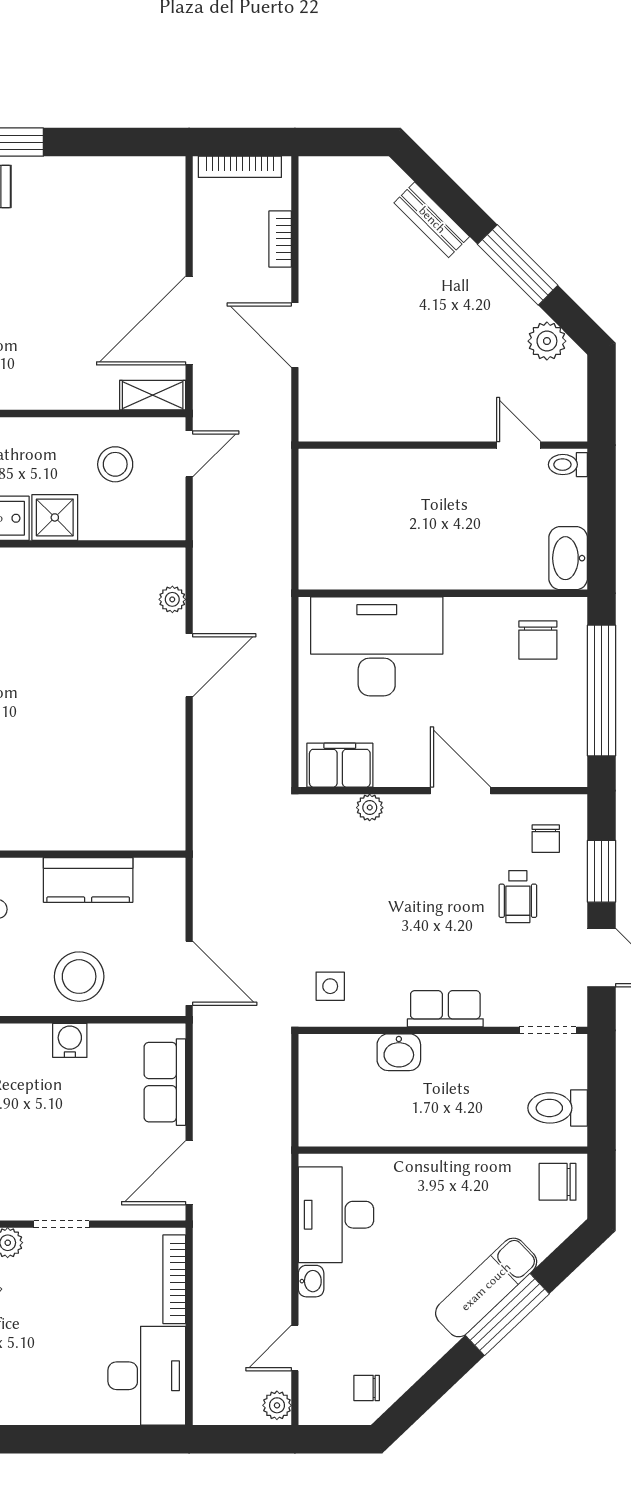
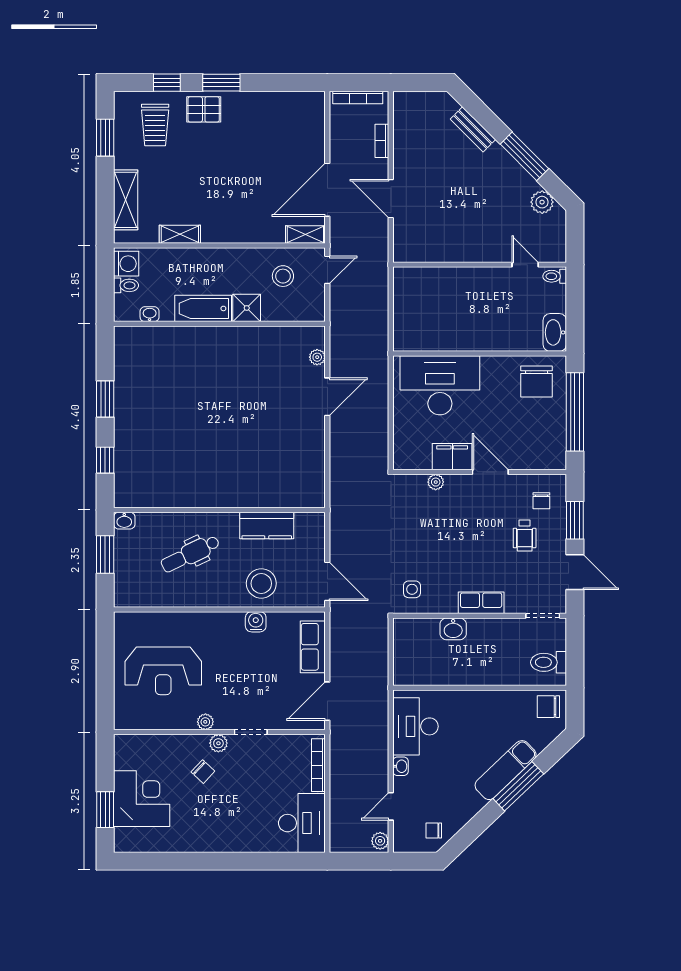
chair: (538, 640) -> (537, 382), width x1.37, depth x1.37
filing cabinet: (340, 765) -> (452, 457), moved

